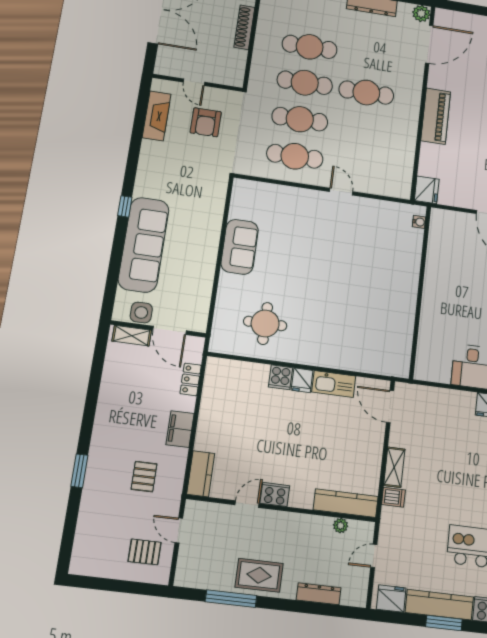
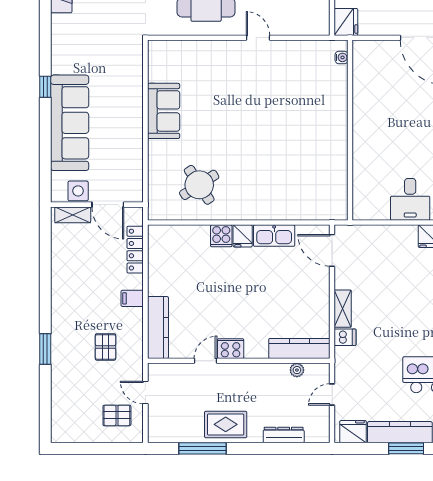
round table: (265, 323) -> (199, 185), turned -33
locker: (191, 379) -> (135, 250), width x1.53
filing cabinet: (180, 429) -> (132, 298), width x0.50
kitchen counter: (201, 474) -> (158, 328), width x1.50

